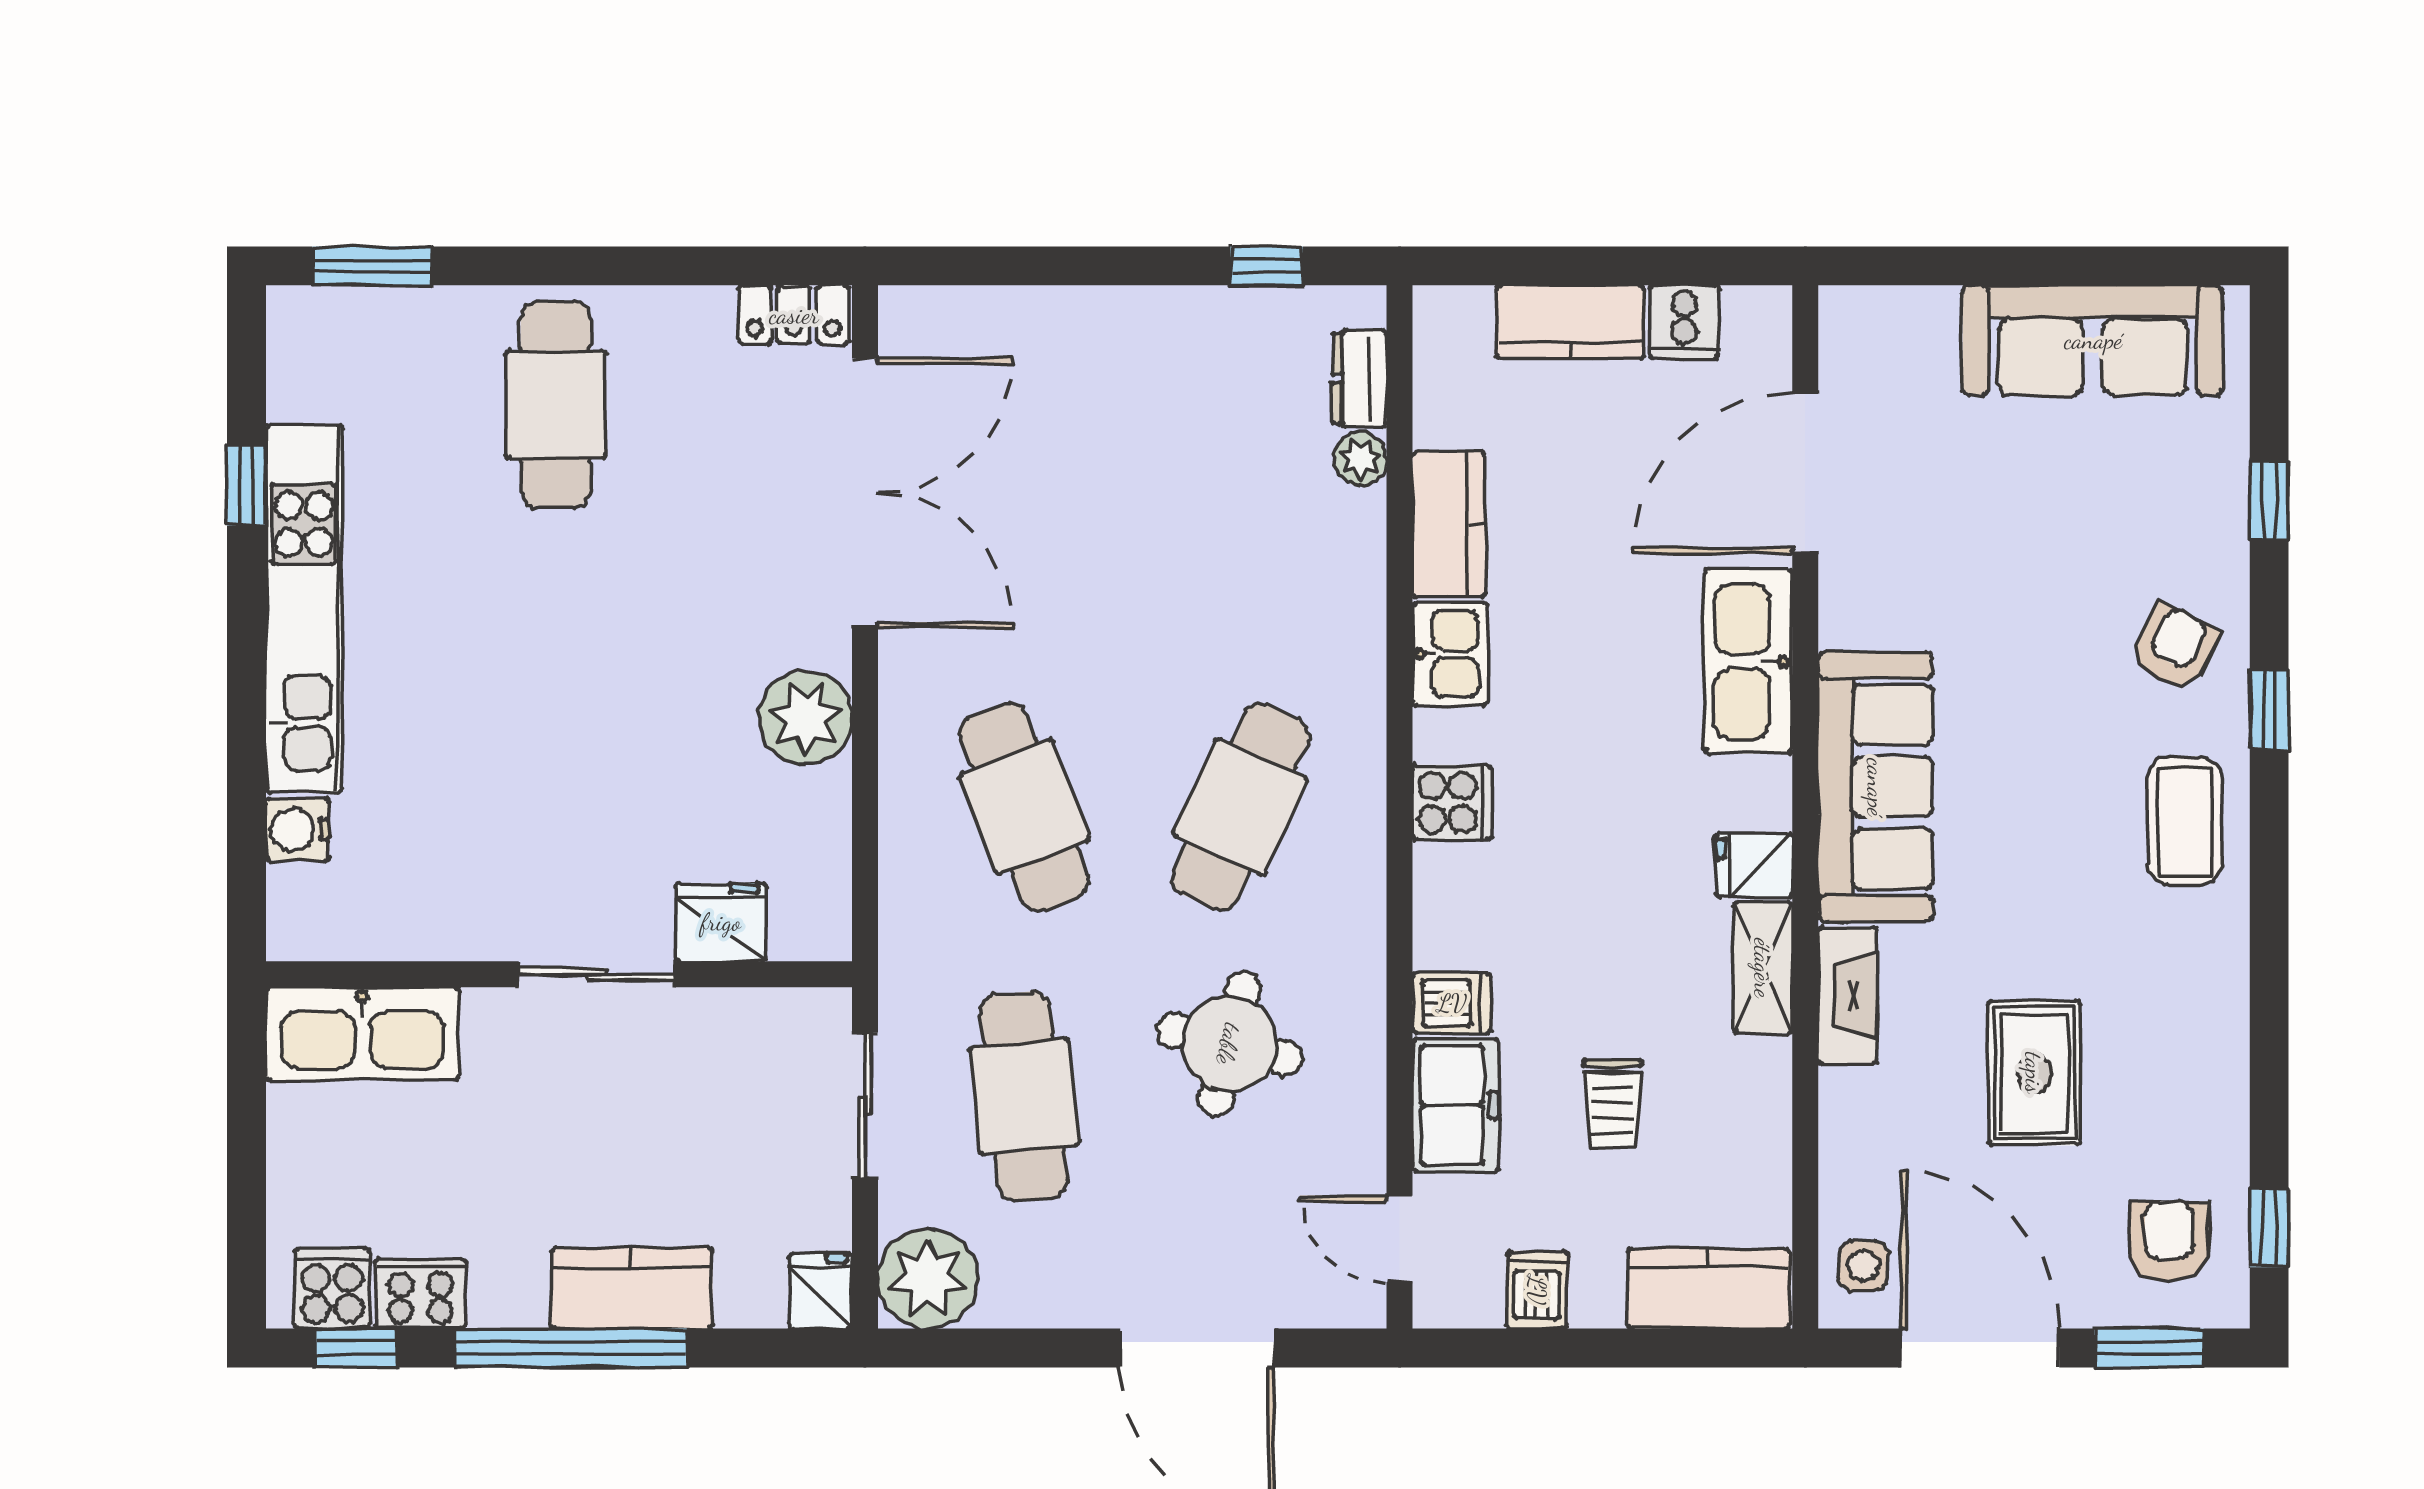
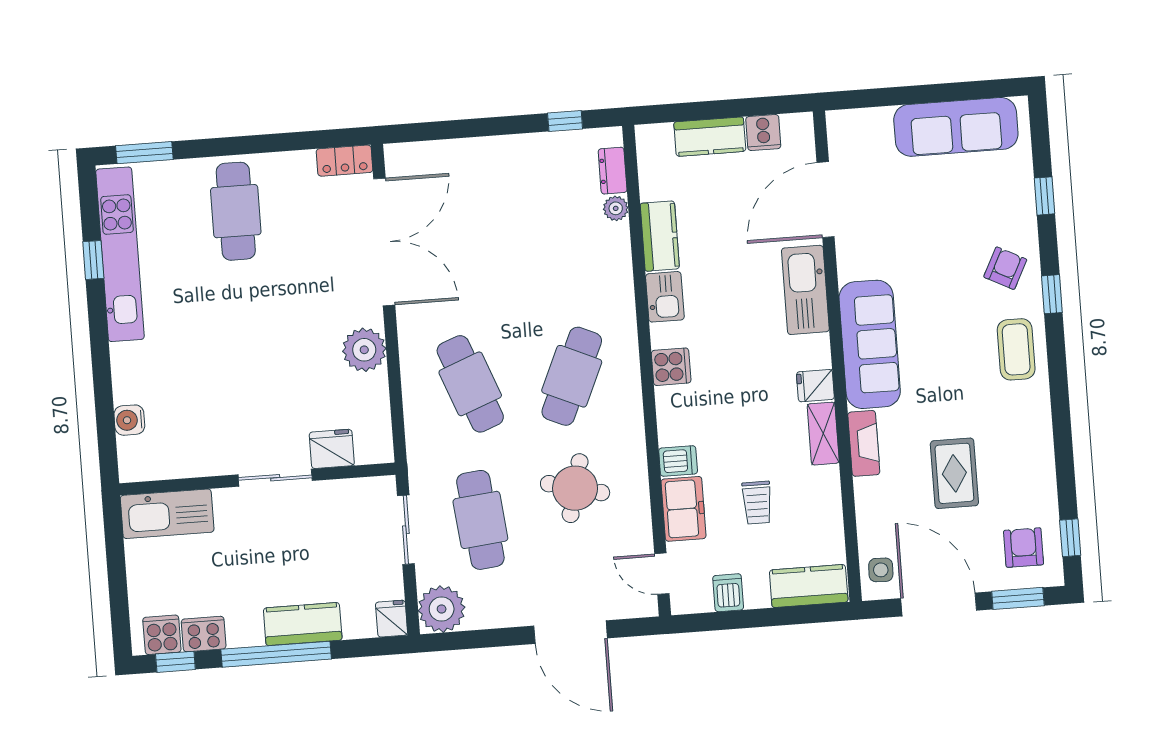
kitchen unit: (304, 609) -> (120, 254), moved

